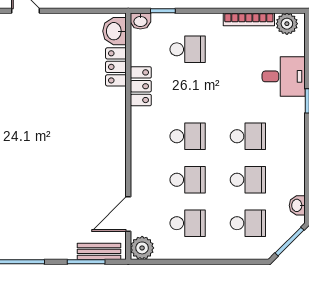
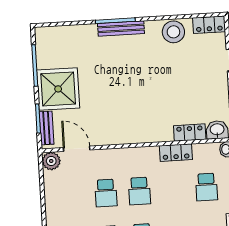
school desk: (188, 223) -> (72, 195), removed
shower: (50, 233) -> (58, 89), added

